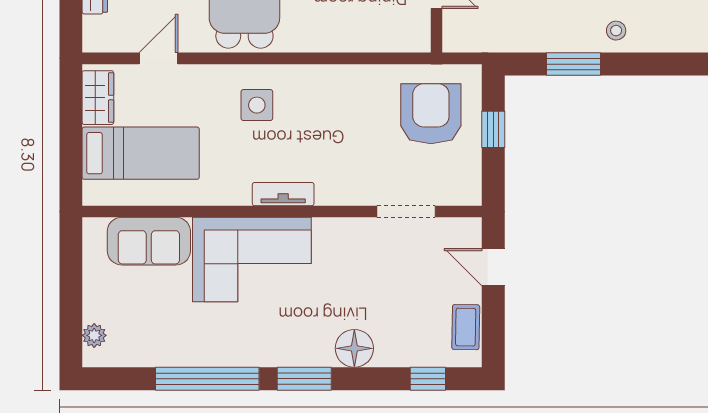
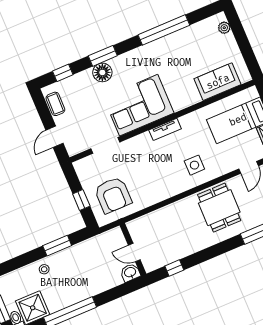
corner sofa: (252, 259) -> (139, 105), moved
door: (493, 267) -> (54, 137), swing flipped
window: (304, 379) -> (103, 56), moved

